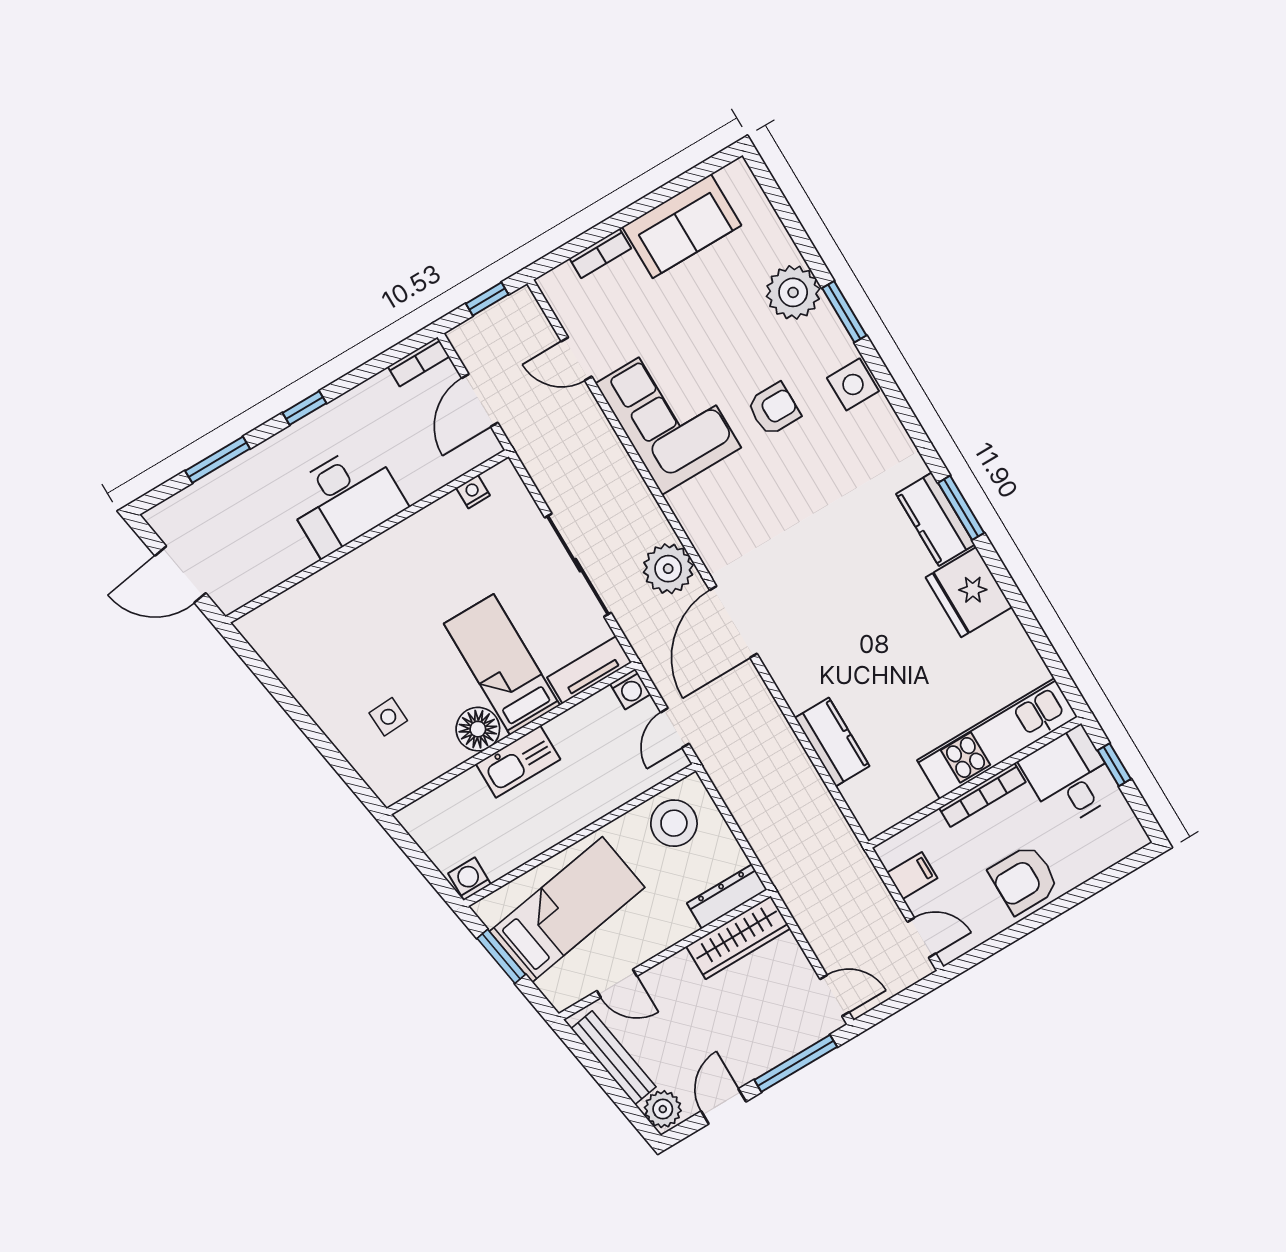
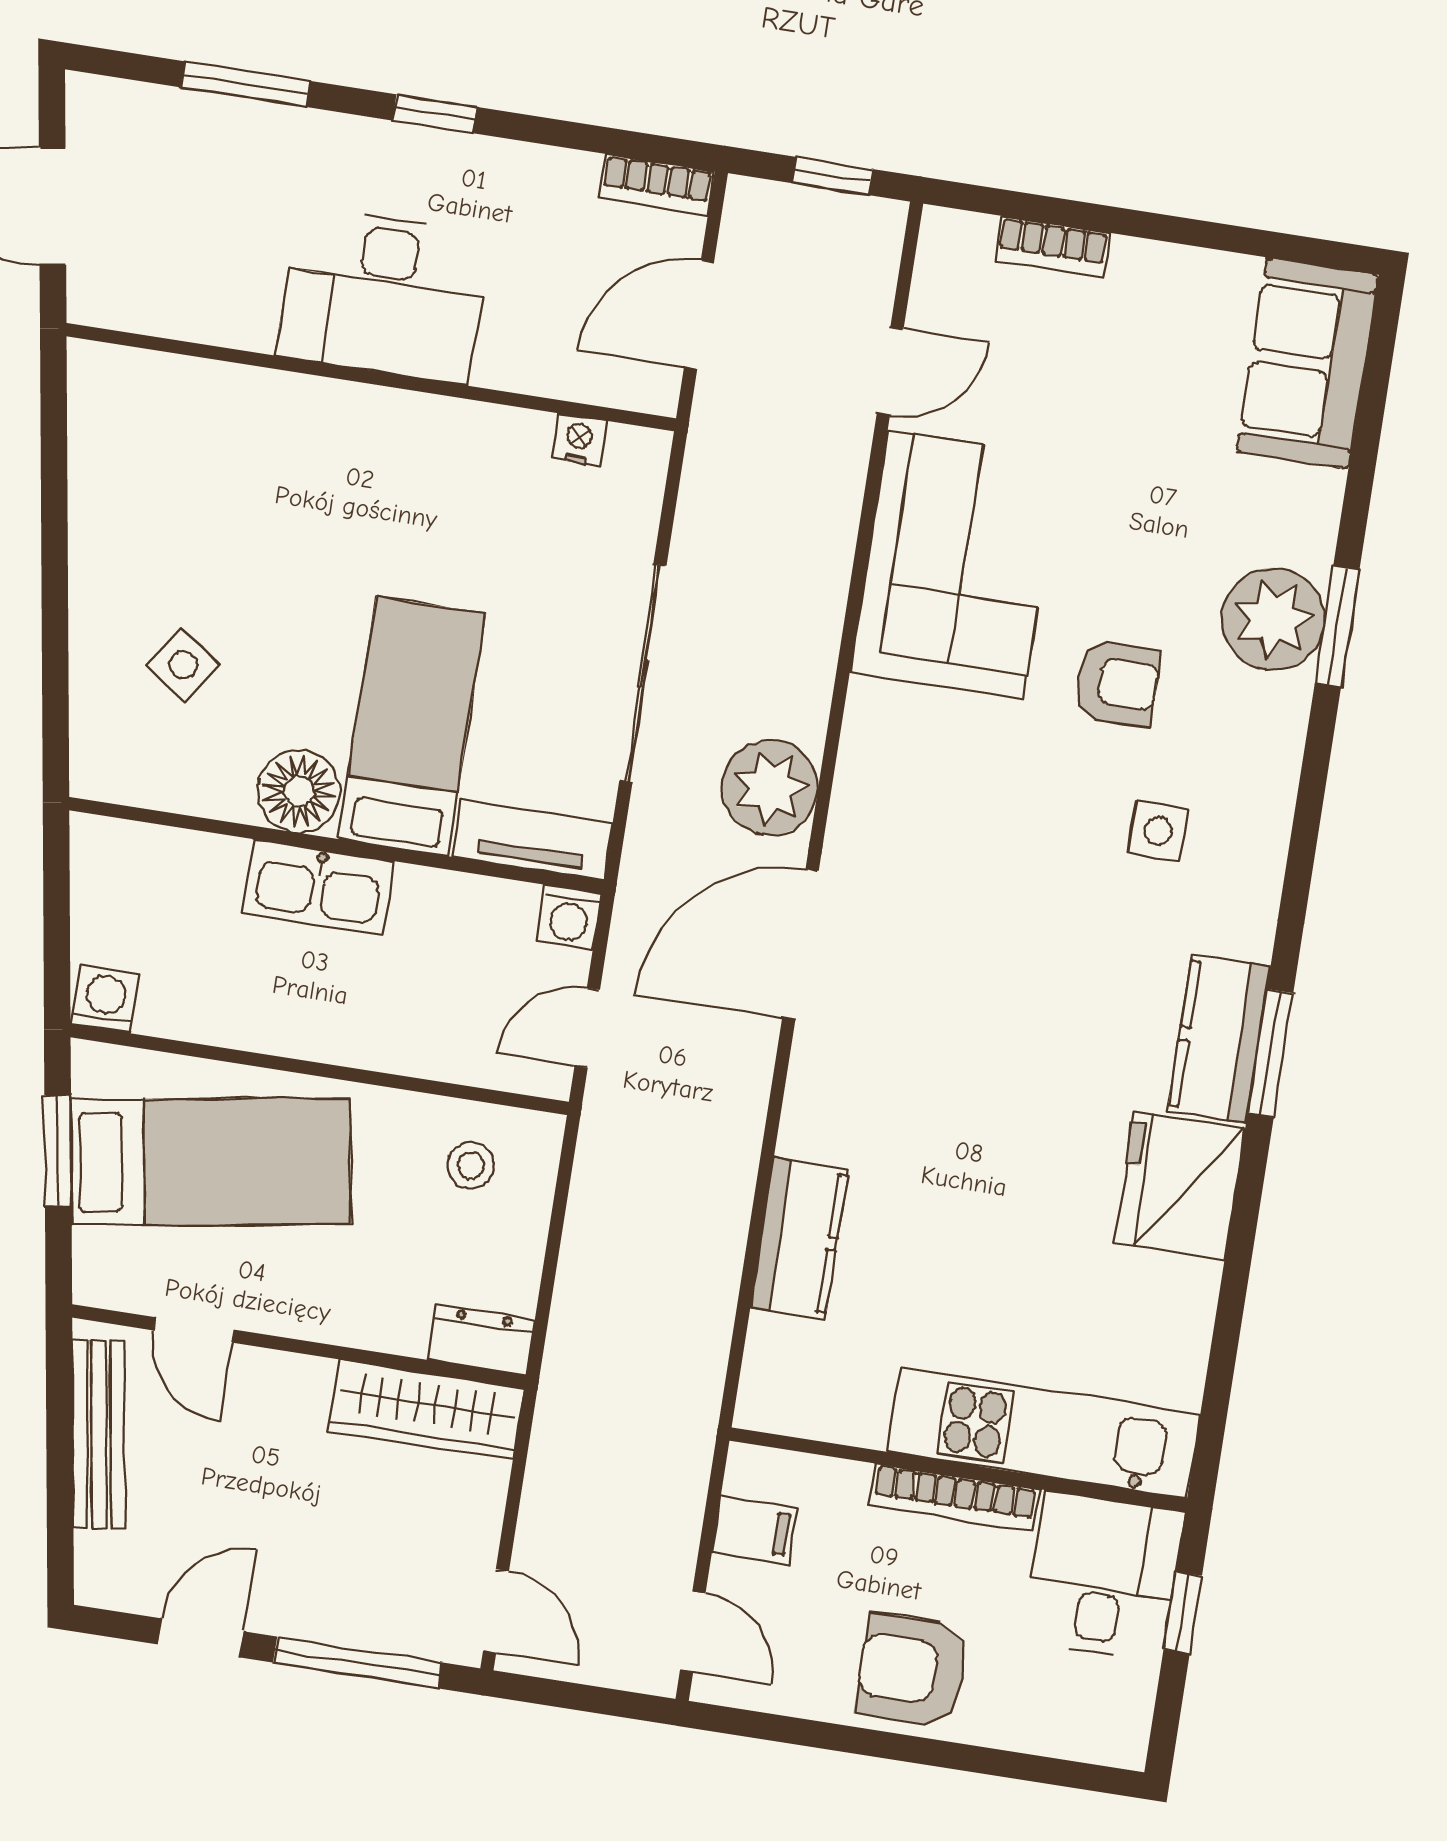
sofa: (682, 226) -> (1308, 363), moved, turned 90
plant: (793, 292) -> (1273, 619), moved
door: (577, 359) -> (890, 371), swing flipped
side table: (853, 384) -> (1158, 831), moved, width x0.73, depth x0.73
side table: (388, 717) -> (183, 665), turned 38
stool: (674, 823) -> (471, 1165), width x0.53, depth x0.53
dresser: (727, 896) -> (481, 1340), width x0.70
plant: (663, 1109) -> (109, 1568), removed

